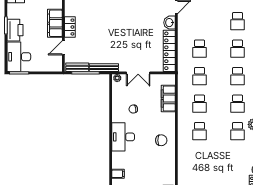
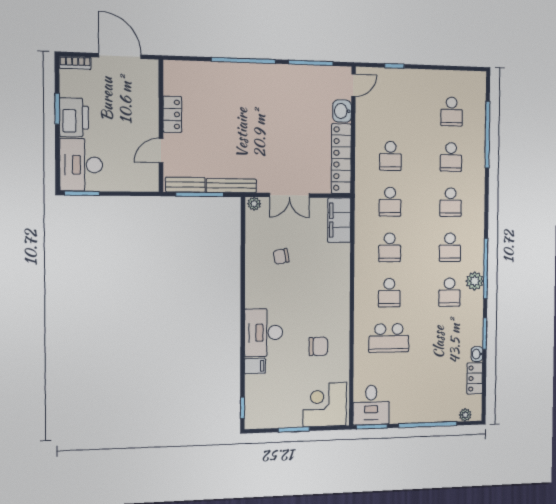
filing cabinet: (55, 23) -> (146, 107), removed
filing cabinet: (168, 99) -> (339, 220), moved
desk: (123, 137) -> (264, 333), moved
chair: (161, 140) -> (318, 346), moved
school desk: (199, 159) -> (389, 338), added

